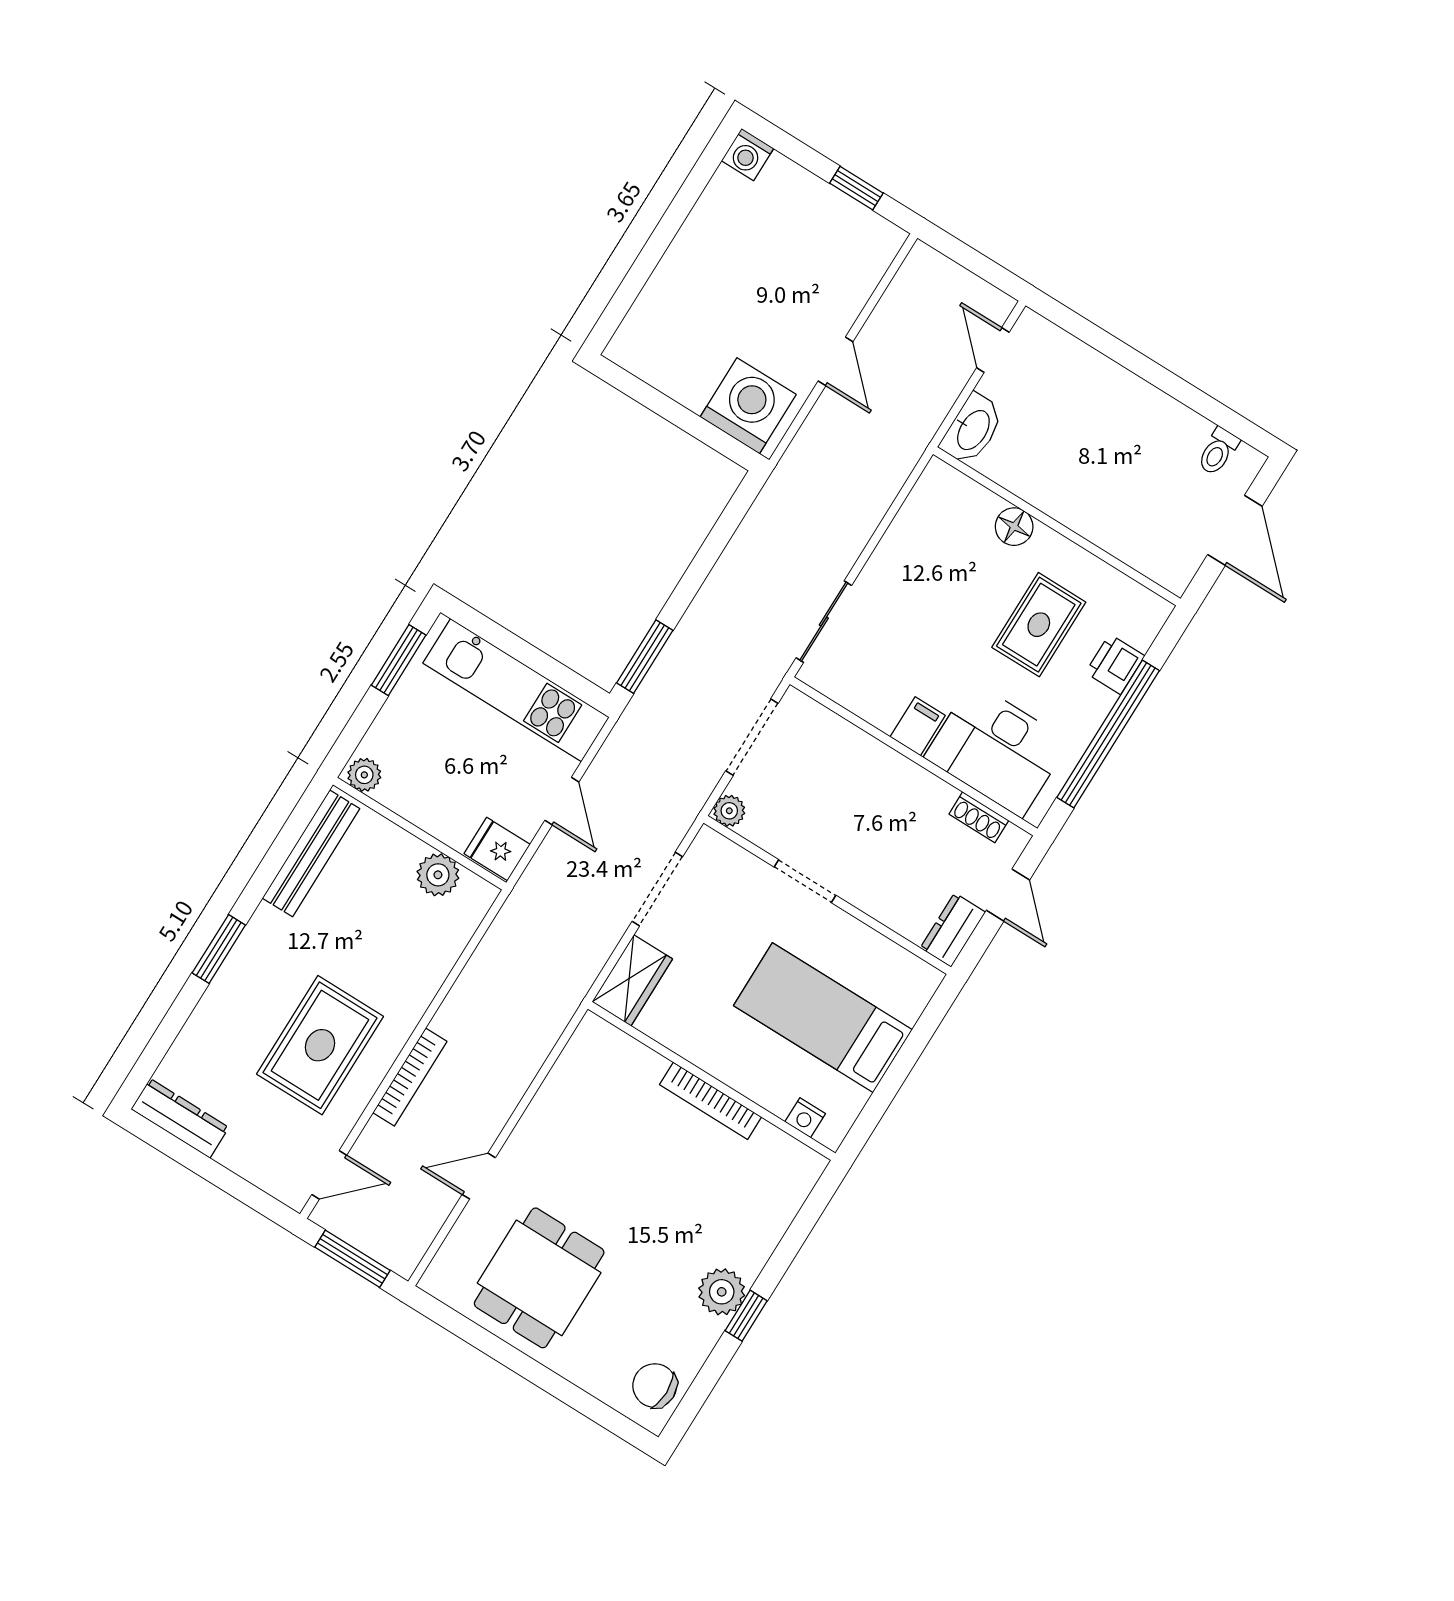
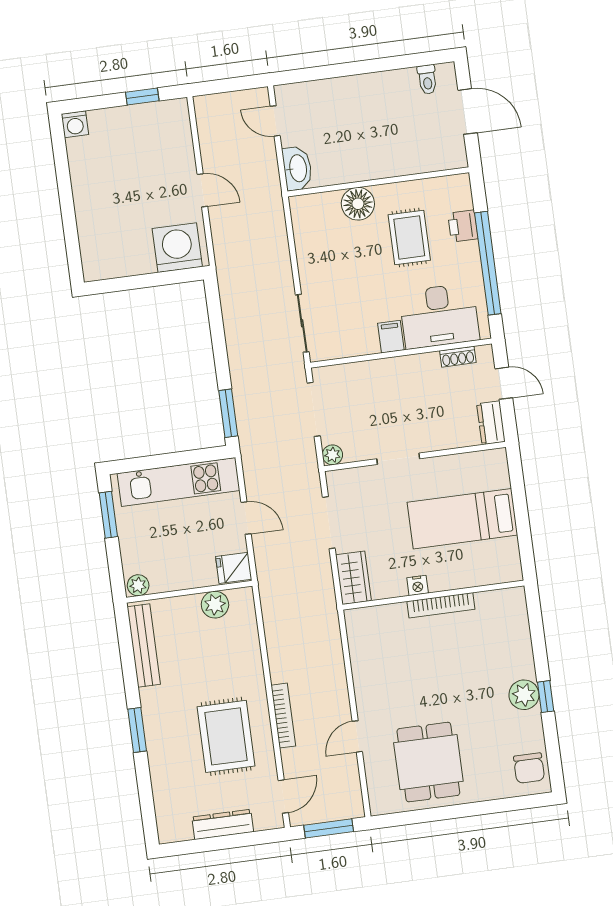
floor lamp: (1014, 527) -> (358, 204), width x1.38, depth x1.38
dresser: (180, 1118) -> (223, 824), moved
nightstand: (805, 1118) -> (418, 585), moved
chair: (655, 1386) -> (529, 768), turned -90

